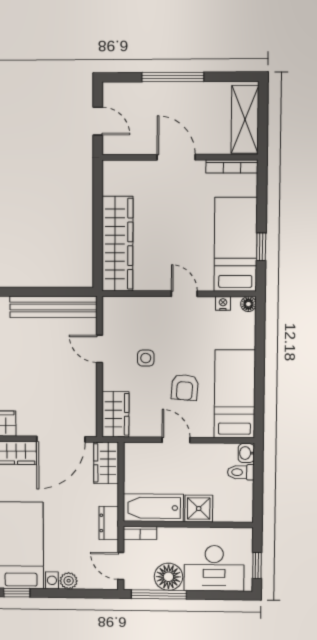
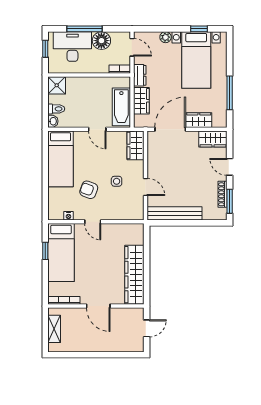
window: (173, 77) -> (101, 355), removed
shelving: (245, 119) -> (54, 329), width x0.67, depth x0.75
door: (98, 121) -> (147, 328), swing flipped
wardrobe: (117, 244) -> (134, 275), moved
floor lamp: (248, 304) -> (53, 215), removed
armchair: (185, 387) -> (89, 190), moved, turned -74
wardrobe: (106, 463) -> (141, 101), moved
bathtub: (153, 508) -> (121, 107), moved, turned 90
shower: (199, 509) -> (57, 85), moved
window: (159, 594) -> (85, 29), moved

